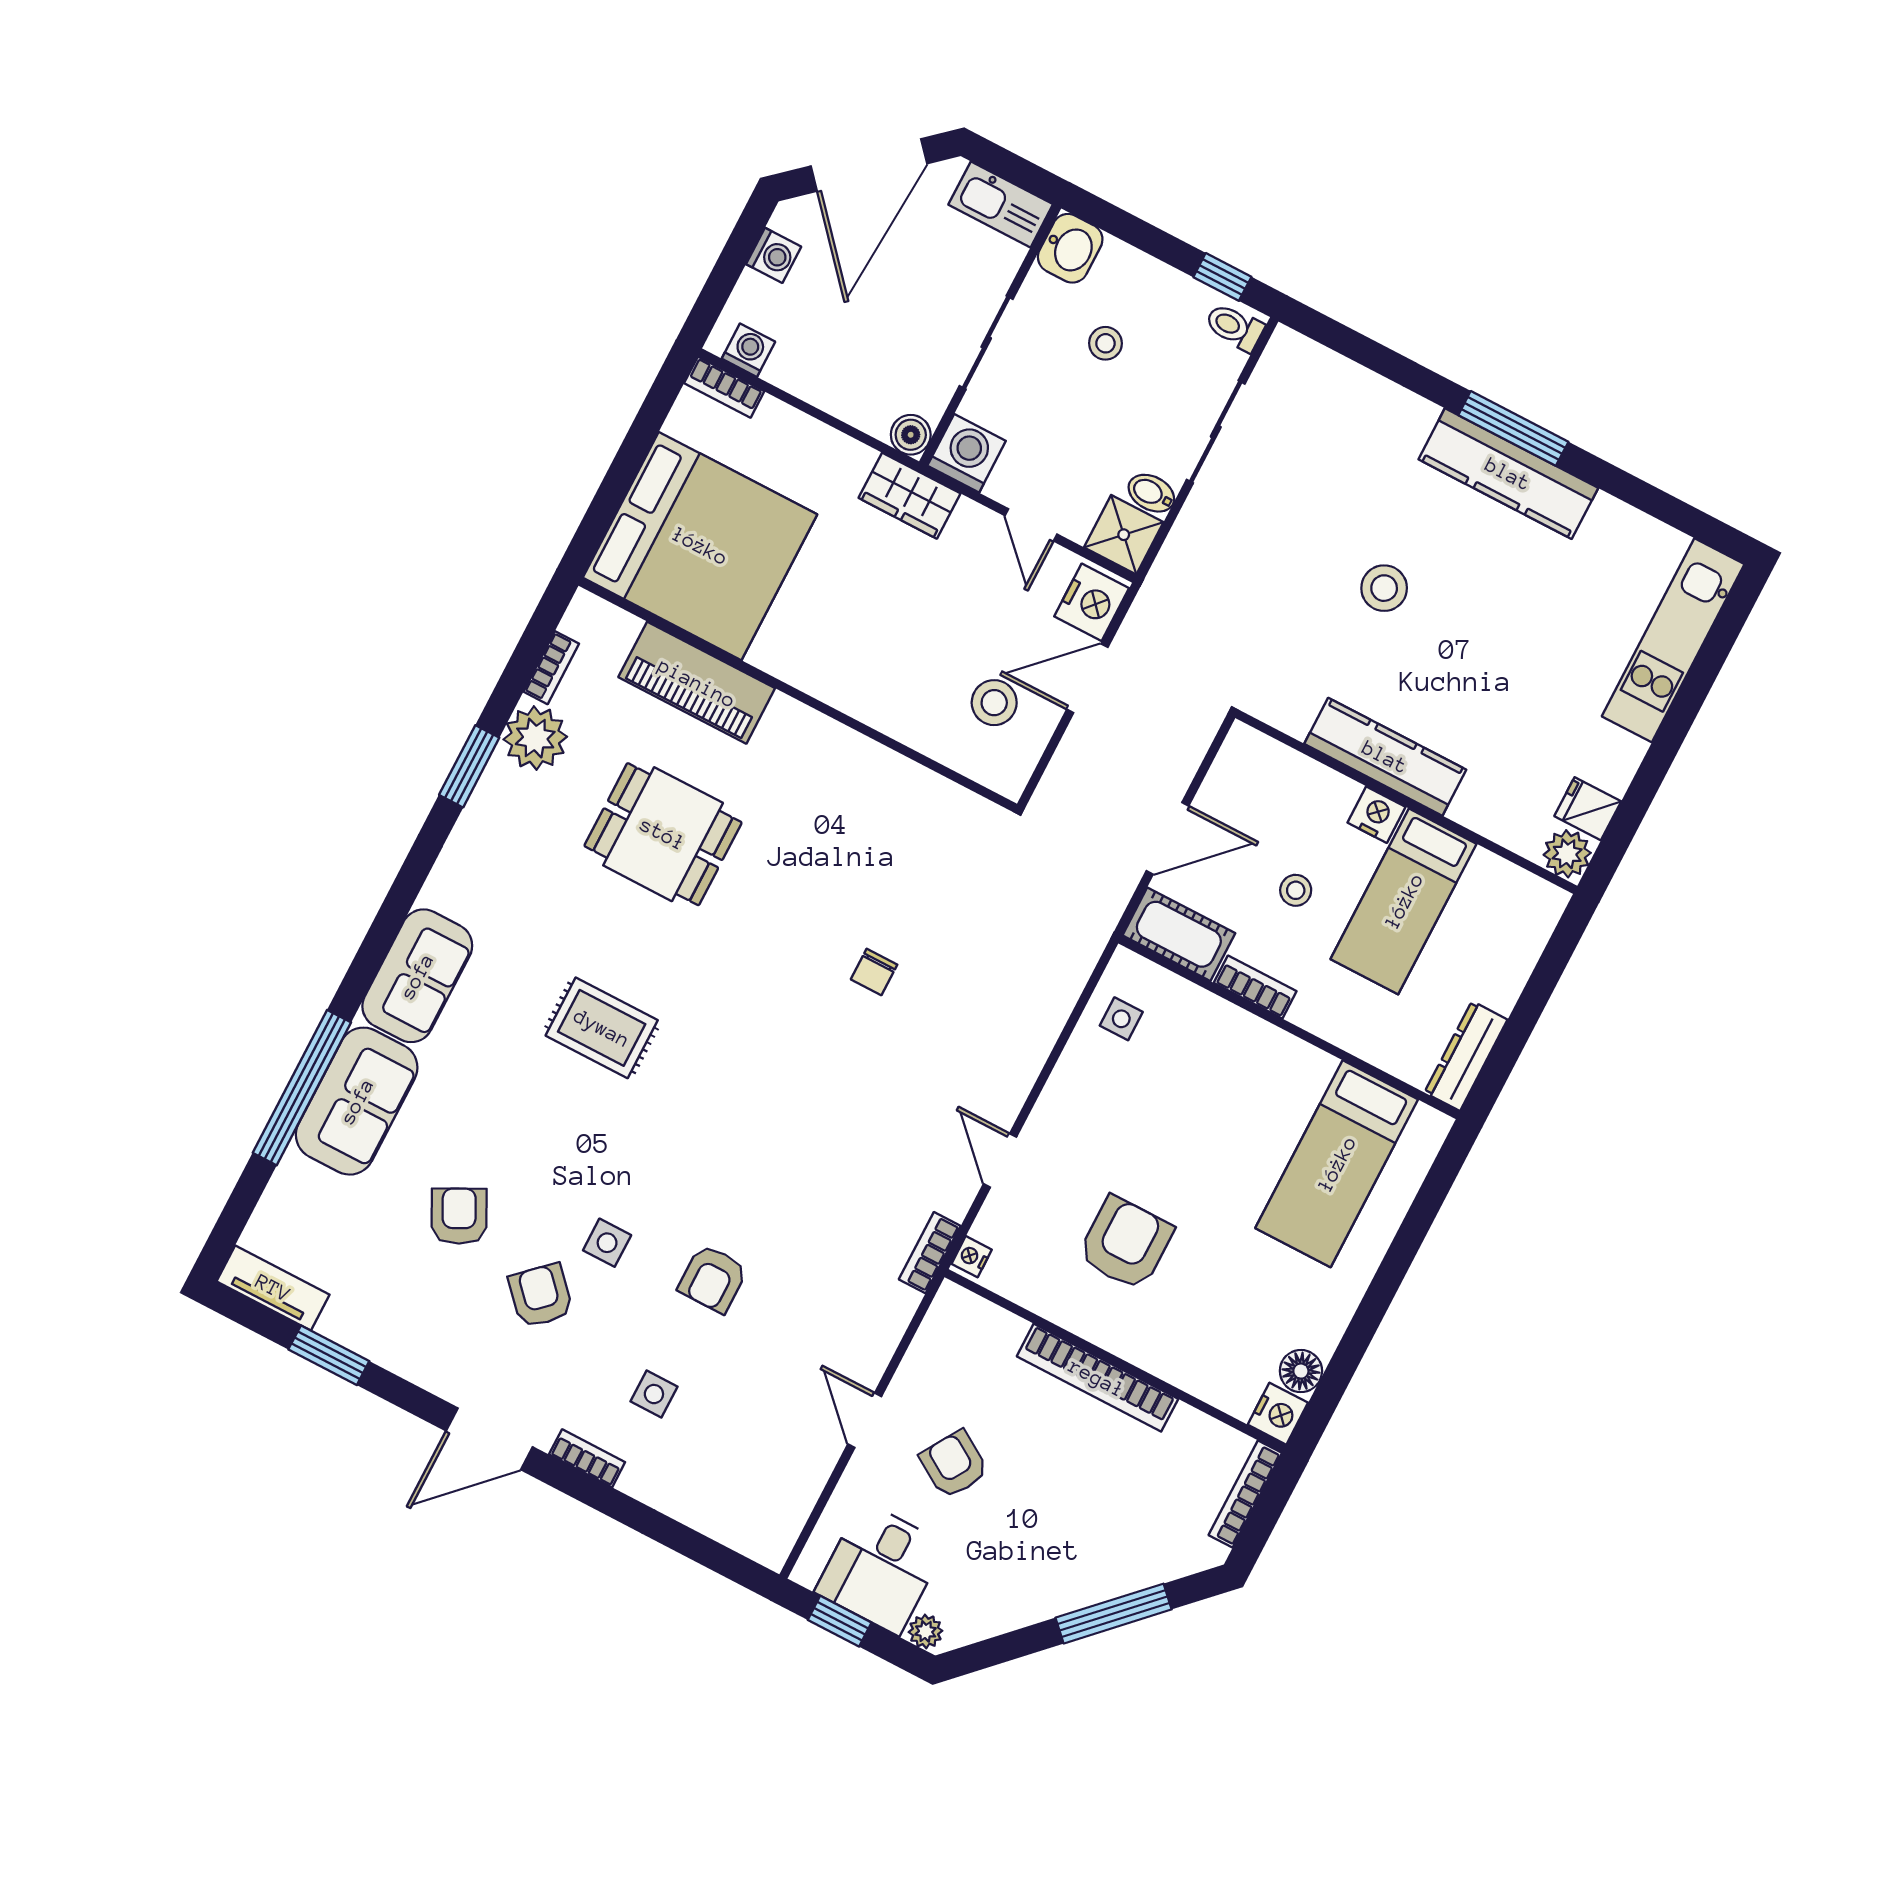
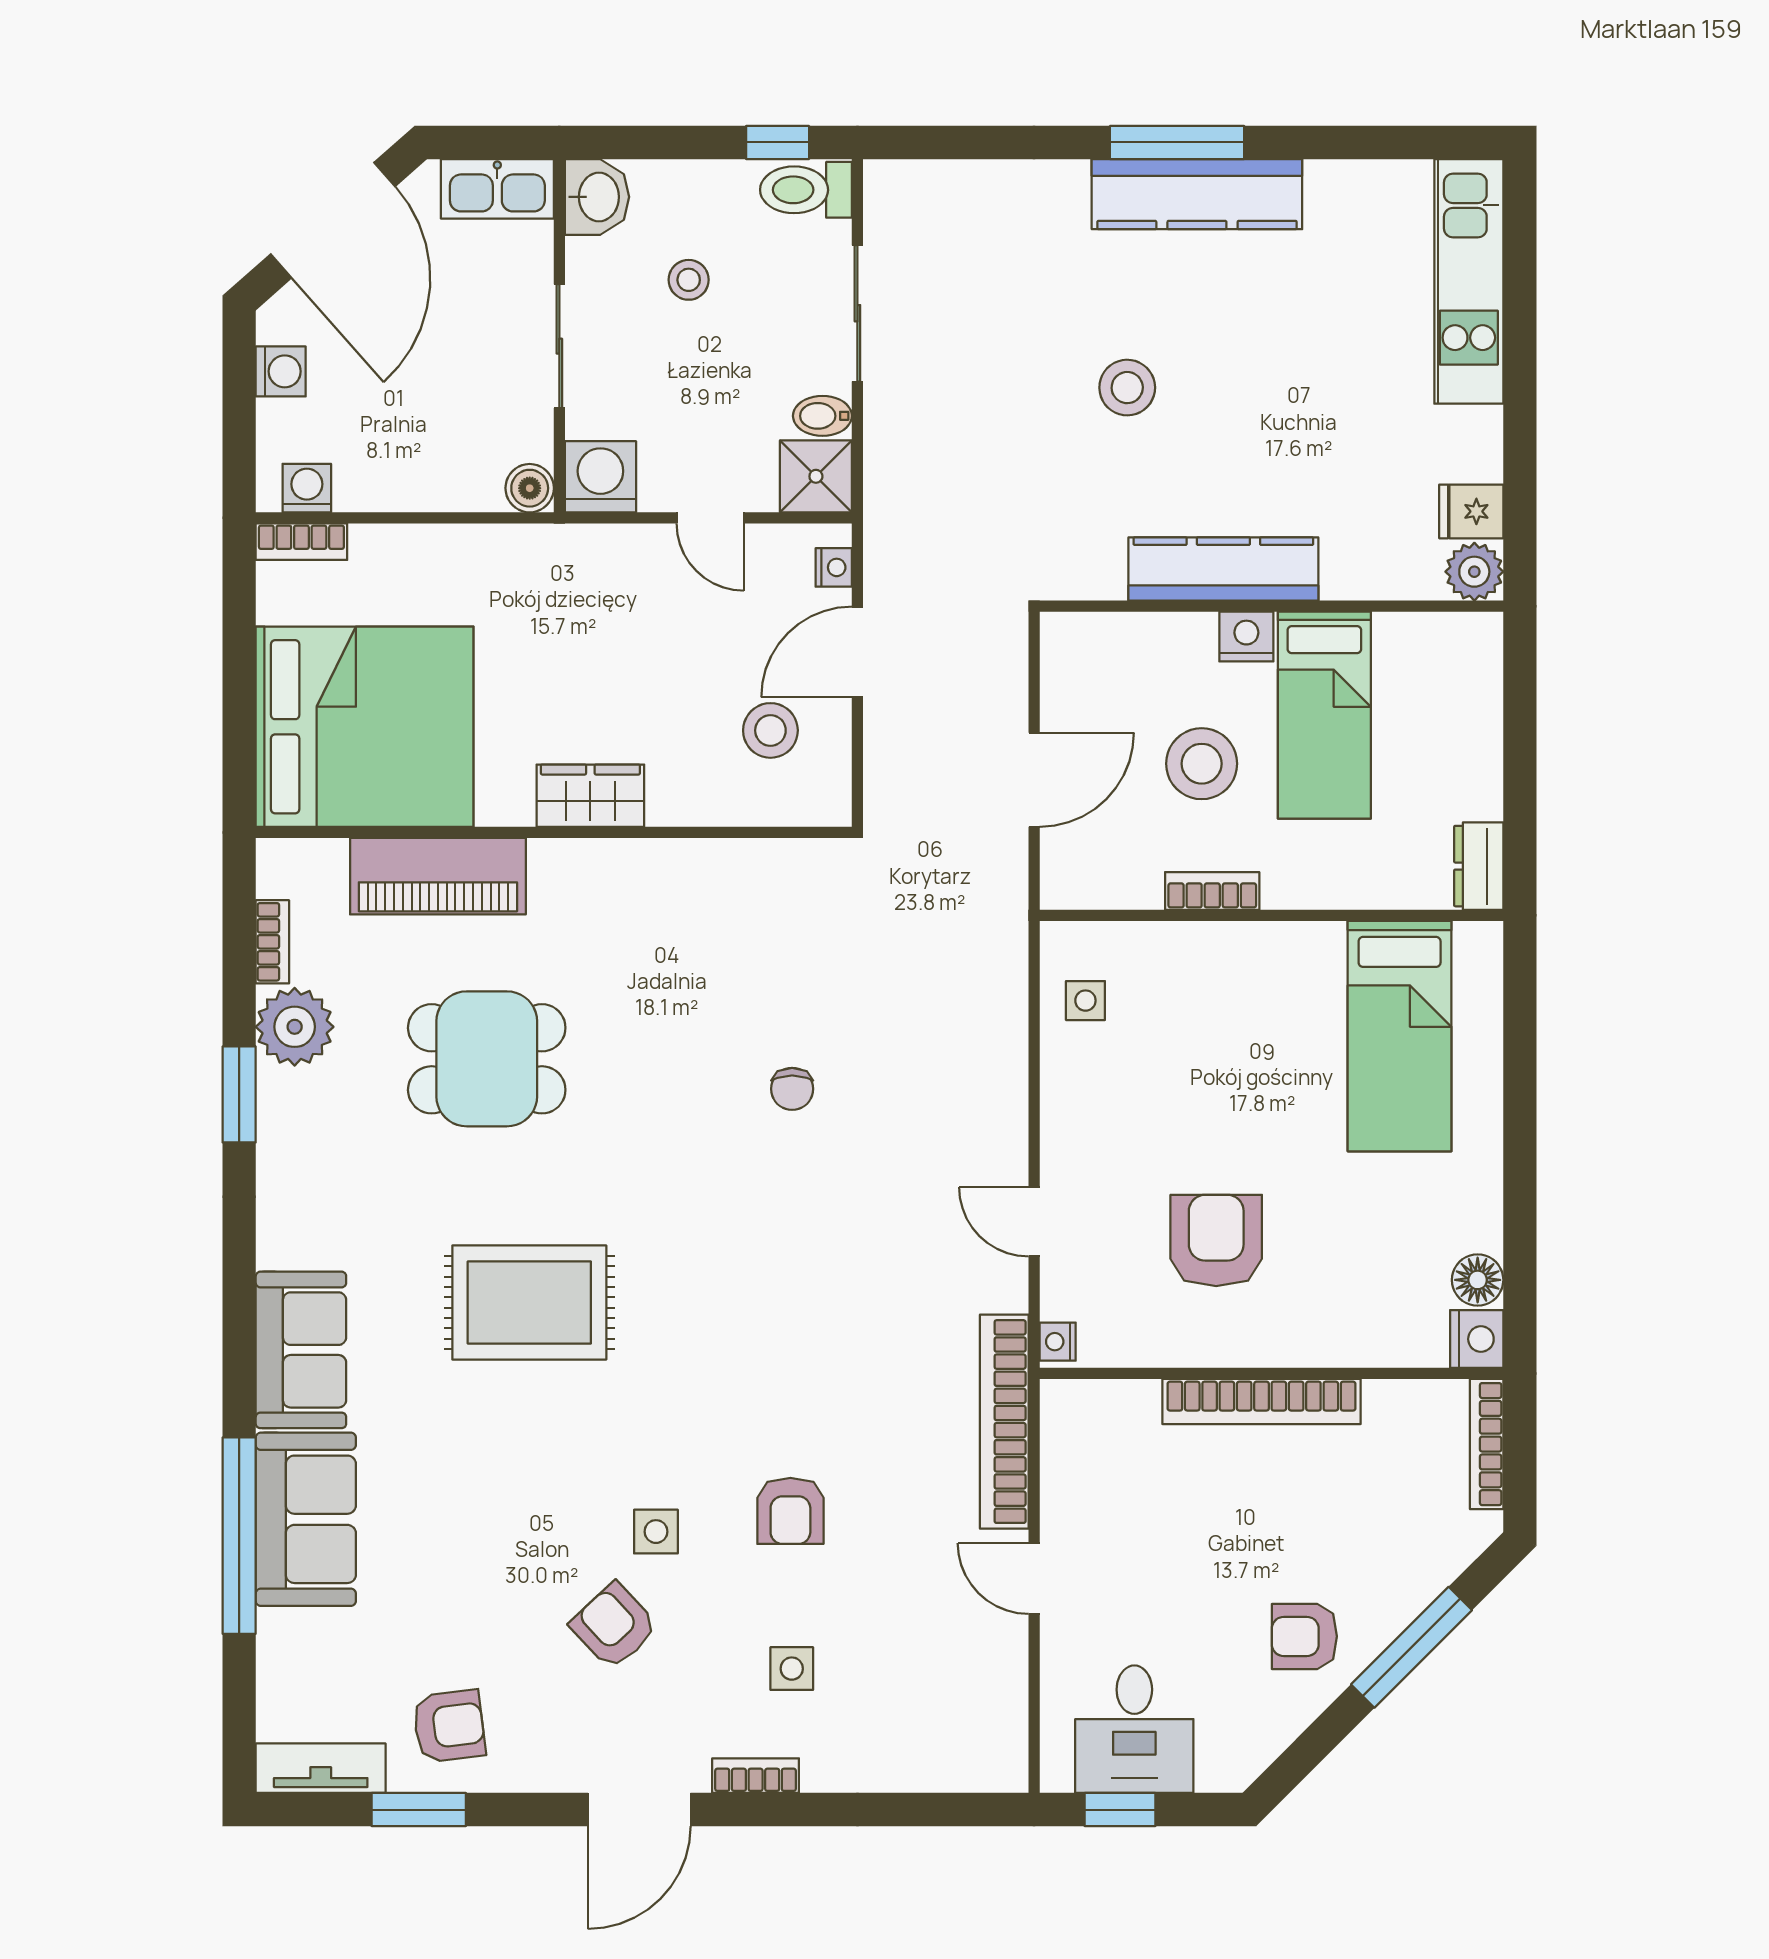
toilet: (1234, 327) -> (806, 190), width x1.37, depth x1.39
wardrobe: (910, 496) -> (590, 796), moved, turned 180
nightstand: (1092, 602) -> (834, 567), width x0.53, depth x0.56
stool: (1296, 890) -> (1202, 764), width x1.89, depth x1.89
cot: (1179, 934) -> (1100, 877), removed
rug: (602, 1028) -> (529, 1302), width x1.36, depth x1.43
dresser: (1466, 1056) -> (1479, 866), width x0.70
armchair: (459, 1216) -> (449, 1726), moved, turned 110
bookcase: (930, 1253) -> (1004, 1422), width x2.31, depth x1.31
armchair: (954, 1464) -> (1304, 1636), moved, turned -32
plant: (926, 1631) -> (1219, 1772), removed

